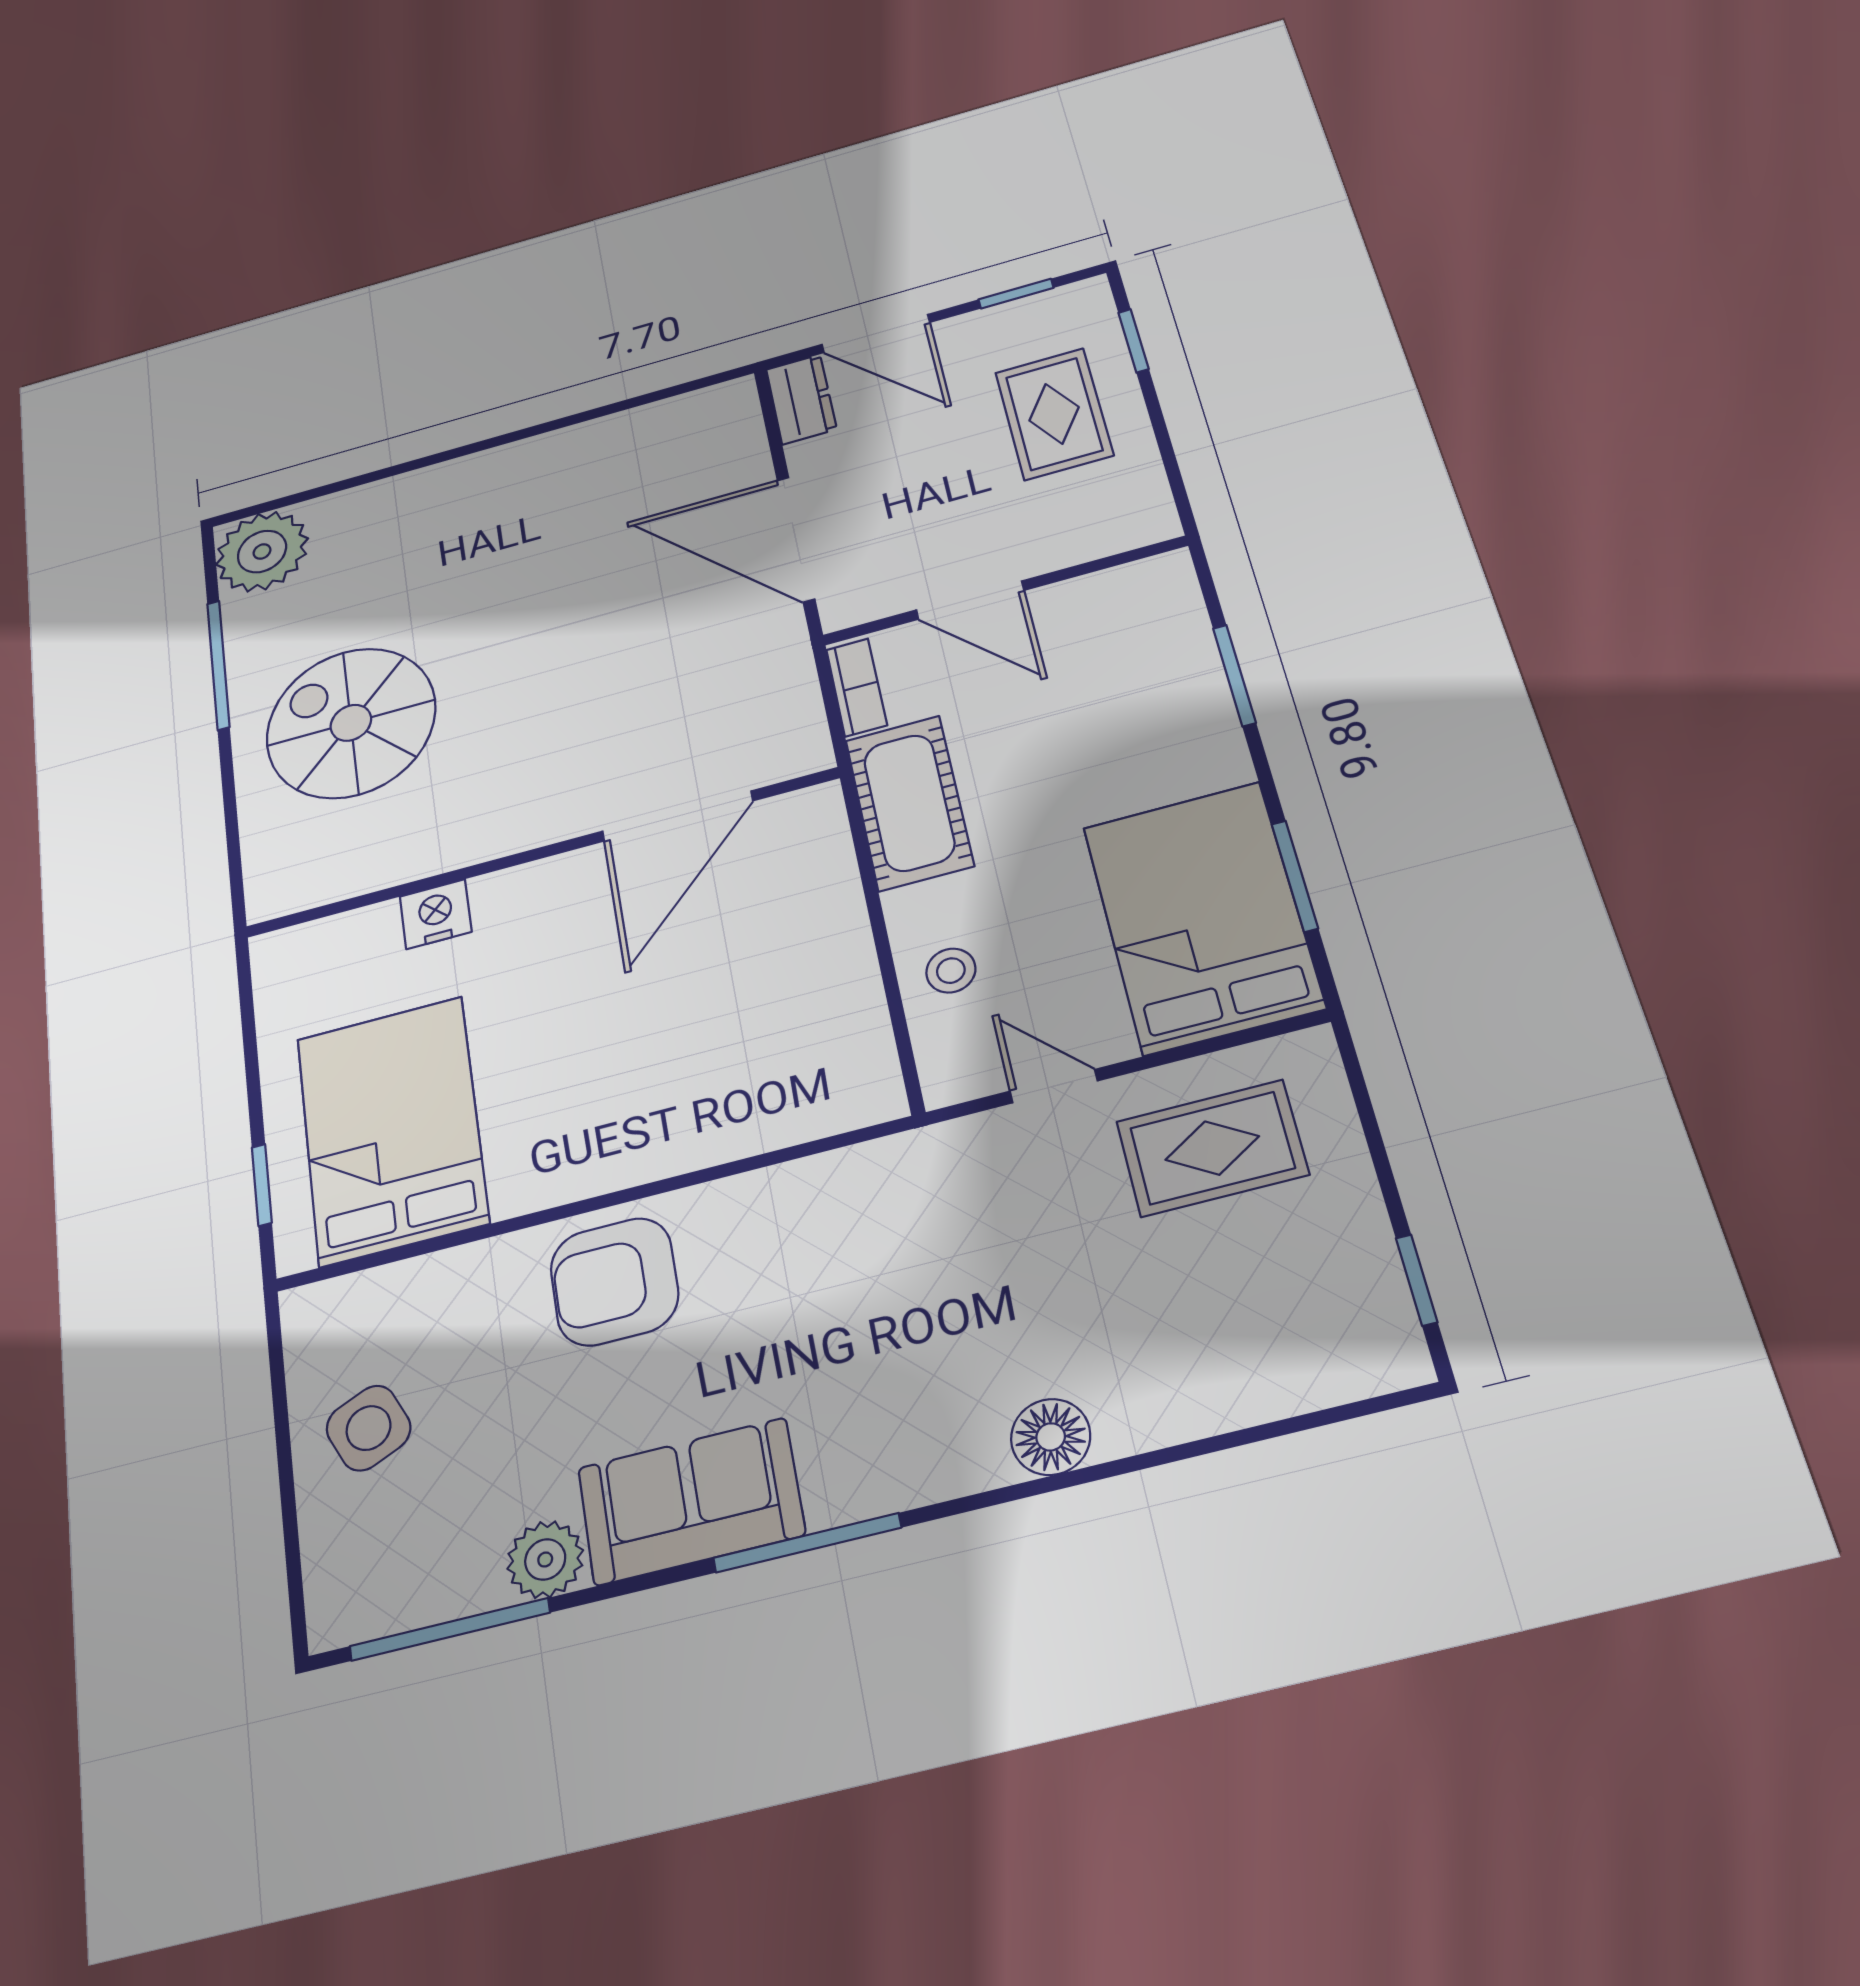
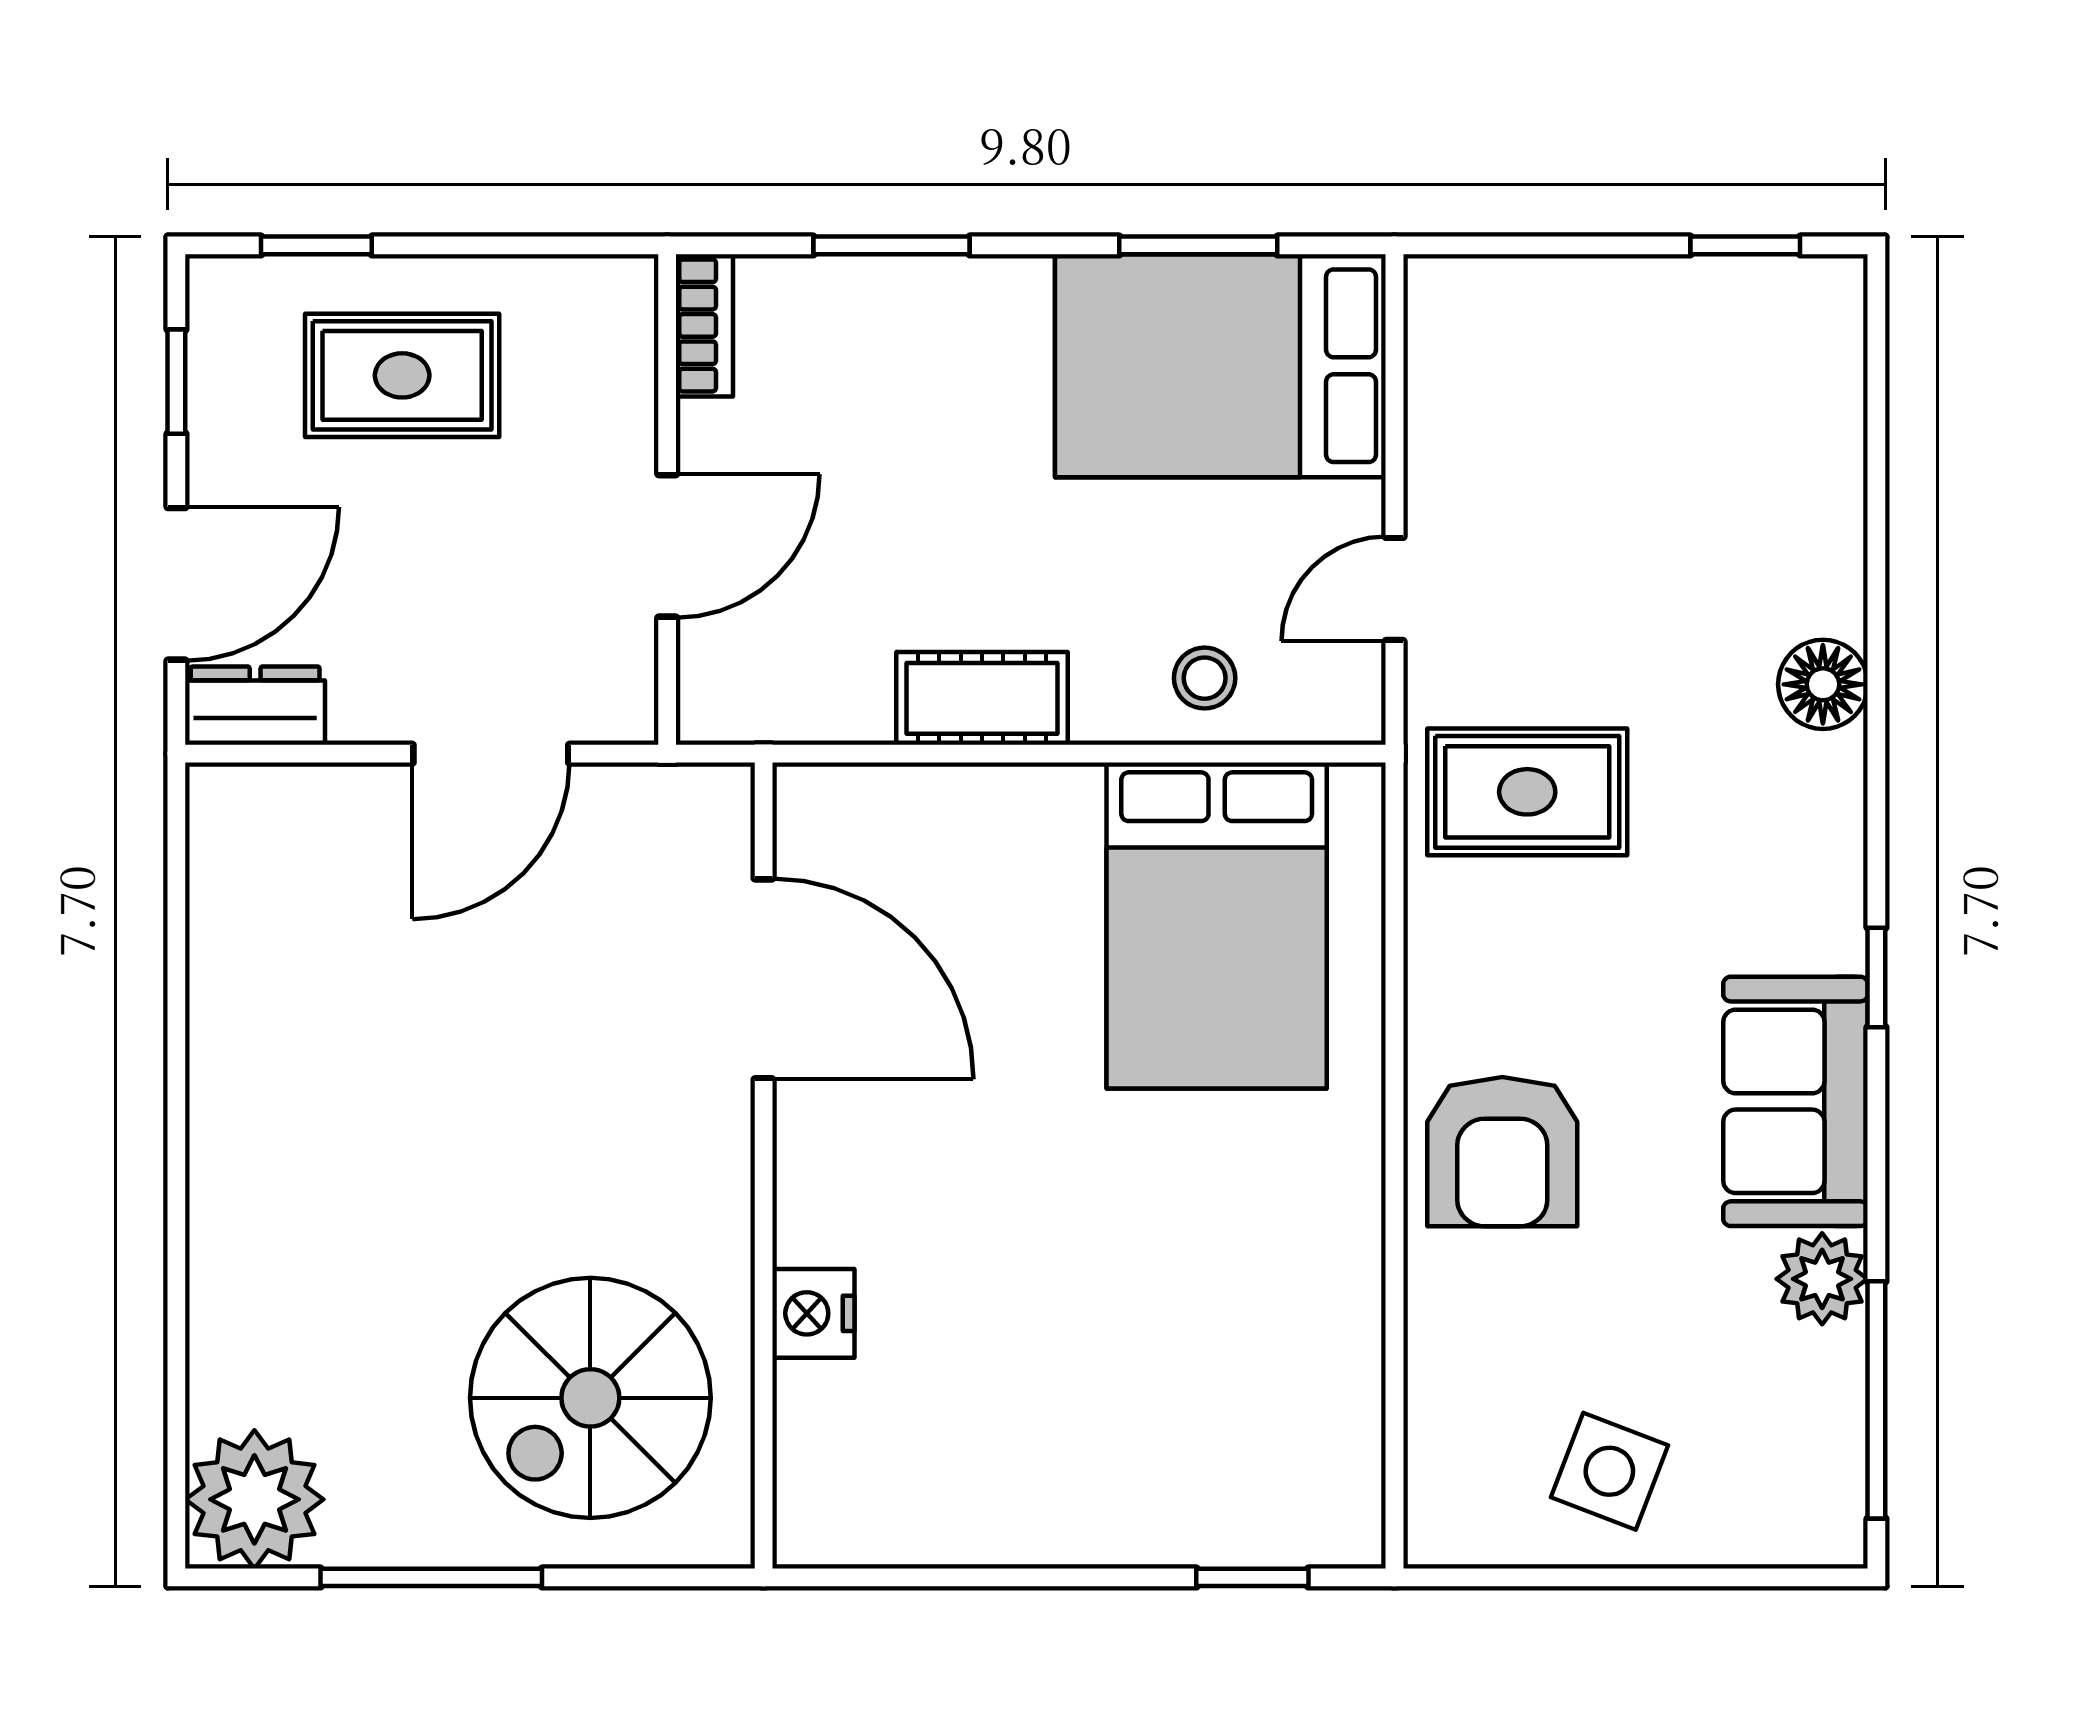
door: (796, 539) -> (491, 754), width x0.73
bookcase: (857, 687) -> (704, 325), moved, turned 90
cot: (909, 803) -> (982, 698), width x0.73, depth x0.75
door: (677, 816) -> (764, 979), moved
wall: (540, 853) -> (764, 1166), moved
nightstand: (436, 914) -> (813, 1313), moved
bed: (392, 1130) -> (1217, 926), moved, turned -90
rug: (1212, 1148) -> (1527, 792), moved, turned 90
side table: (369, 1428) -> (1609, 1471), turned 45
window: (807, 1543) -> (1876, 977), width x0.46

